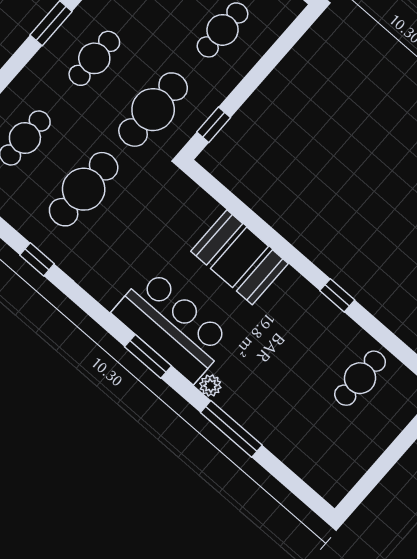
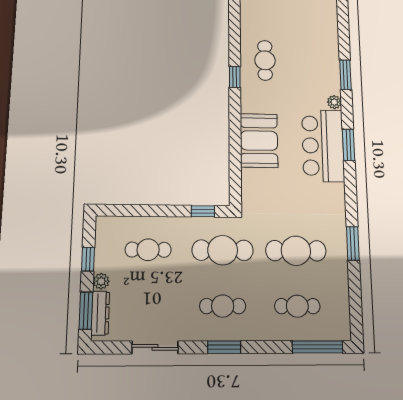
window: (37, 259) -> (353, 243), width x1.50
cafe table: (360, 378) -> (265, 60), moved, turned 90
window: (231, 429) -> (345, 75), width x0.69

